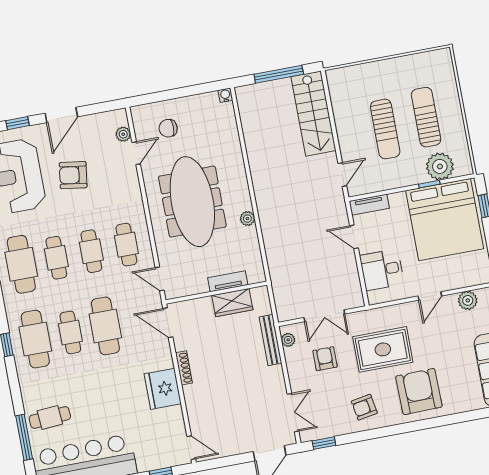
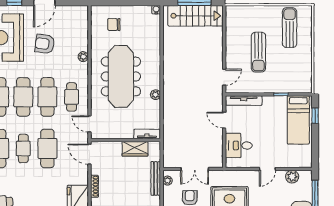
stairs: (313, 114) -> (195, 16), moved, turned -90
sun lounger: (426, 117) -> (290, 28), moved
plant: (123, 134) -> (83, 57), moved
door: (136, 153) -> (89, 37), removed
plant: (440, 166) -> (290, 84), removed
tv unit: (369, 205) -> (244, 101), width x1.41
bed: (445, 220) -> (298, 120), width x0.49
cafe table: (91, 251) -> (47, 97), width x1.37, depth x1.35
cafe table: (56, 258) -> (23, 97), width x1.37, depth x1.35
tv unit: (228, 281) -> (147, 134), moved

